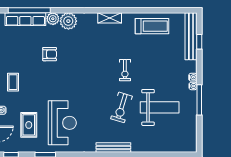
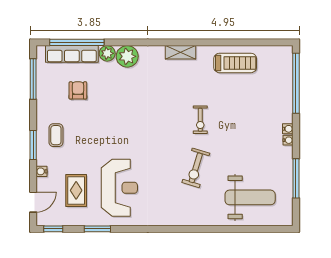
bench: (191, 36) -> (285, 76), removed
window: (199, 42) -> (296, 83), width x3.17
armchair: (50, 54) -> (78, 90), moved, turned -90
window: (199, 100) -> (296, 178), moved
weight bench: (160, 107) -> (250, 197), moved
bench: (113, 148) -> (185, 220), removed

